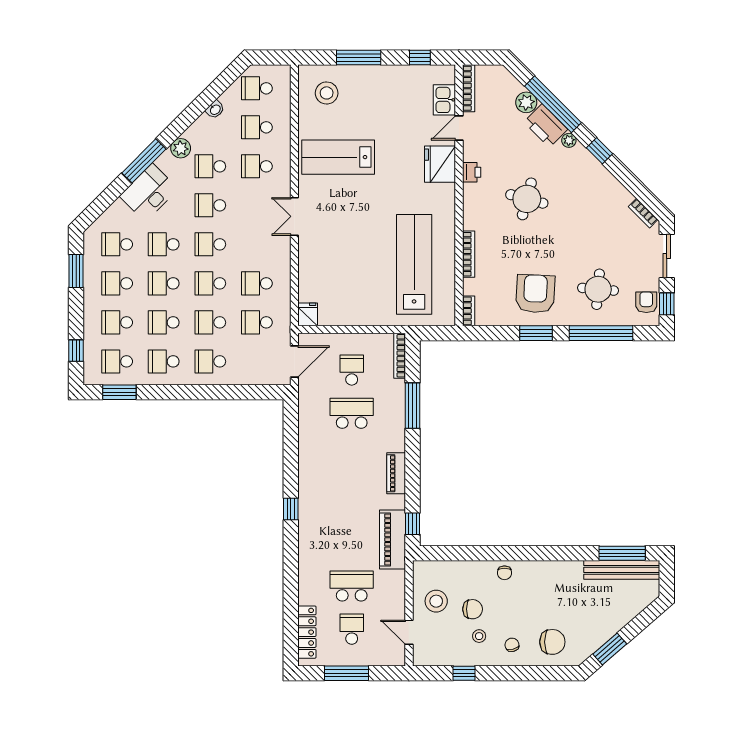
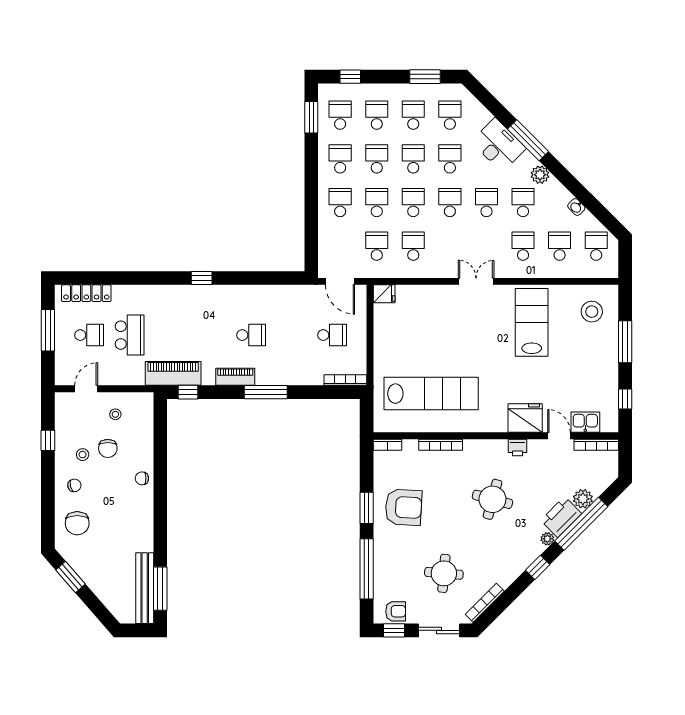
bookcase: (643, 213) -> (485, 603), width x1.56
round table: (598, 289) -> (444, 573), moved
window: (413, 406) -> (266, 392), moved
school desk: (352, 413) -> (251, 335), moved, width x0.54
stool: (436, 601) -> (115, 414), width x0.53, depth x0.53

